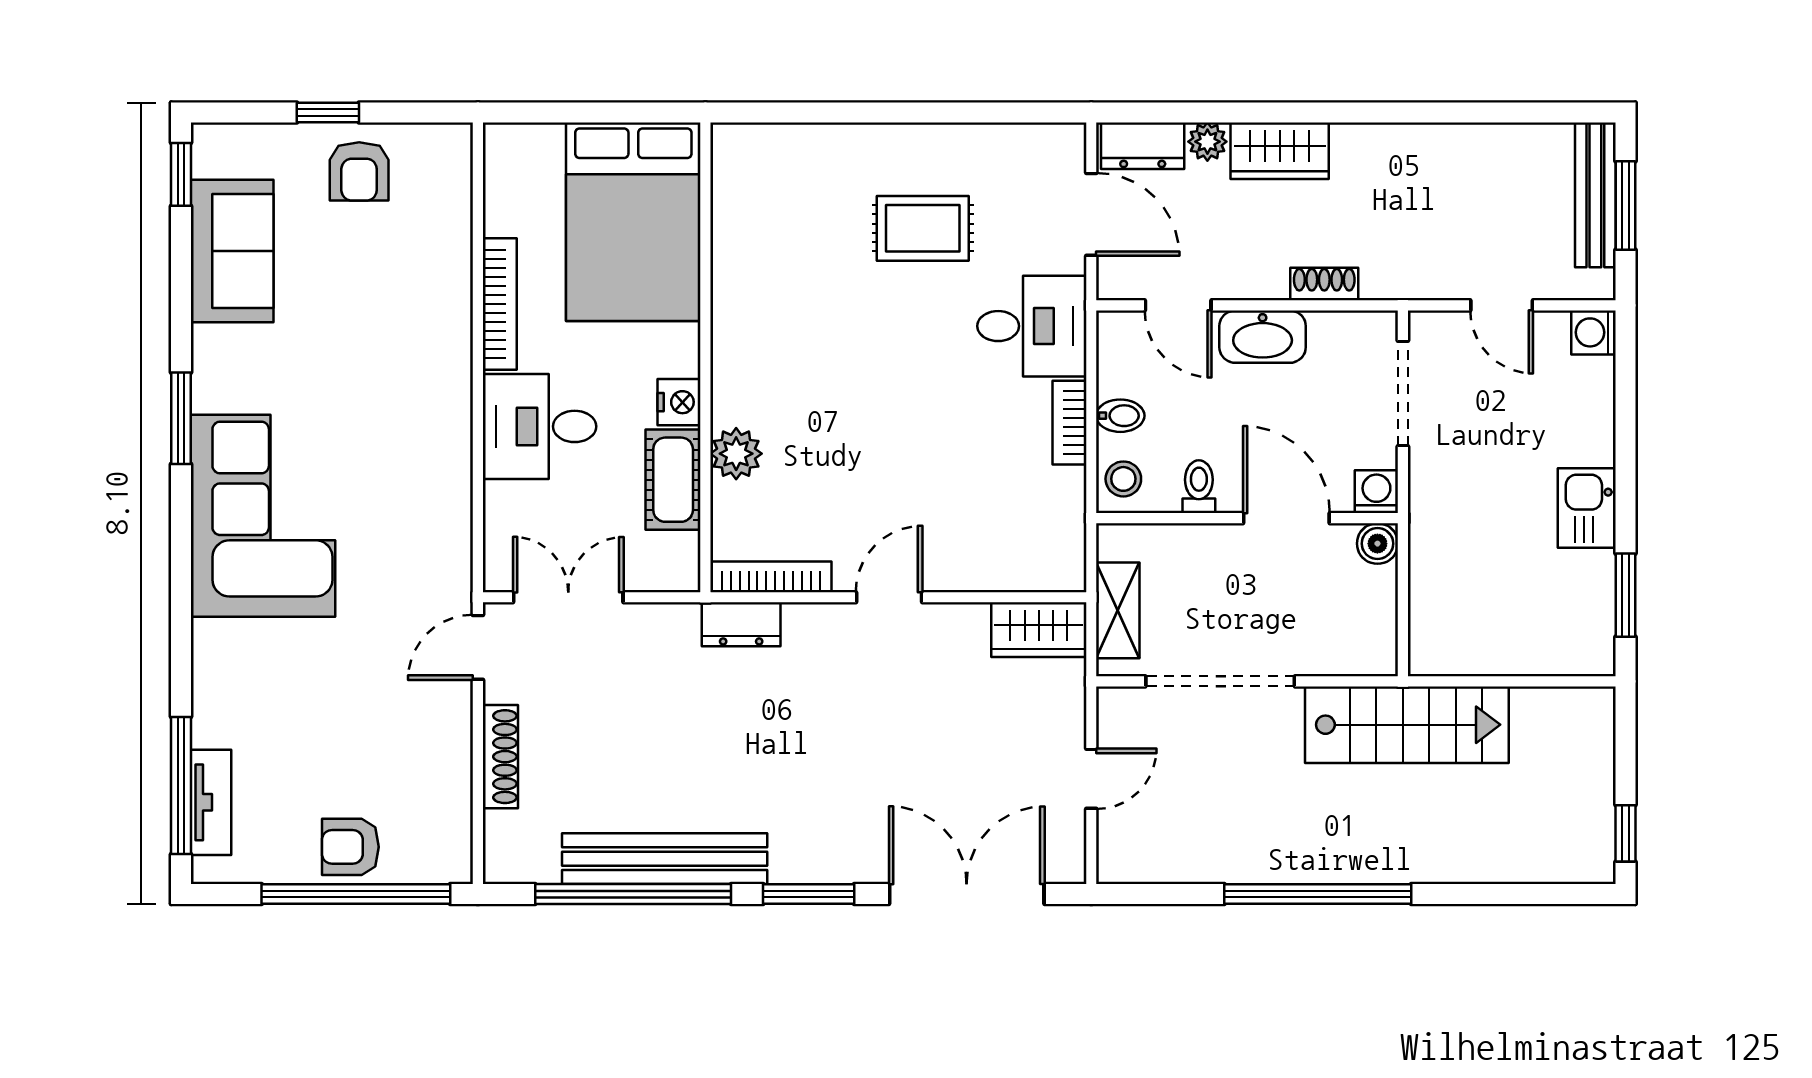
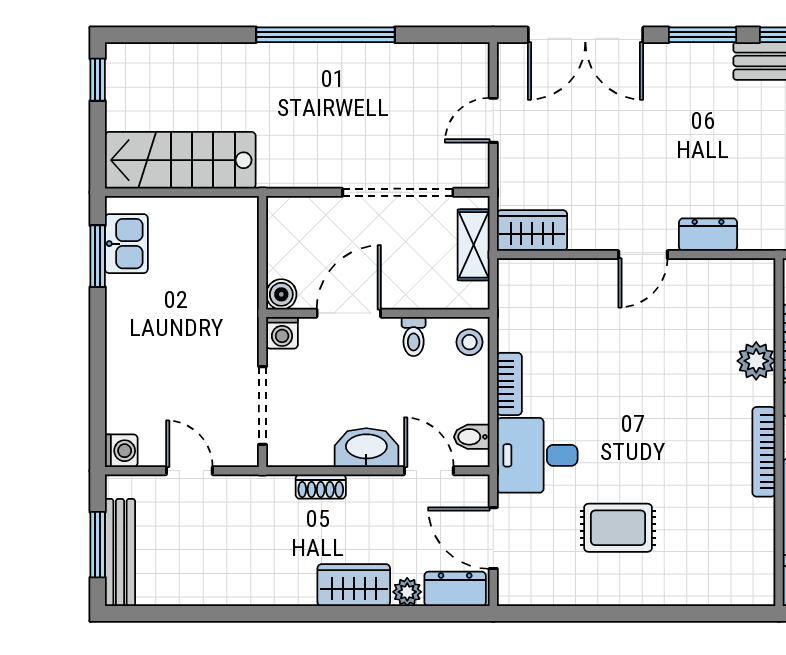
bidet: (1120, 416) -> (472, 437), moved
kitchen sink: (1587, 508) -> (126, 244), moved
door: (1286, 518) -> (349, 313), swing flipped
bookcase: (771, 577) -> (764, 452), moved, turned 90
dresser: (741, 624) -> (708, 235), moved
stairs: (1407, 725) -> (180, 160), moved

